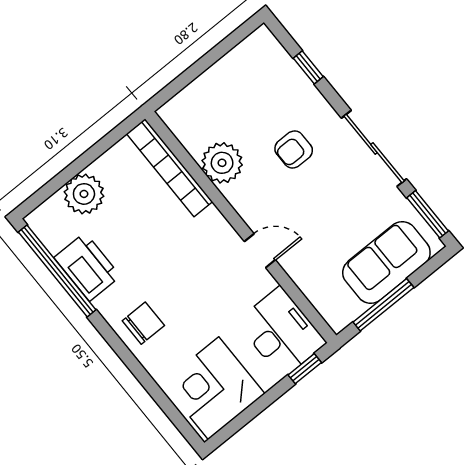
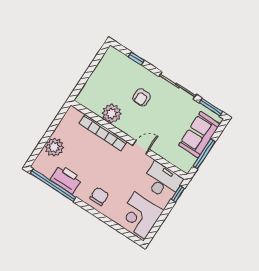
bookcase: (169, 168) -> (103, 132), moved

